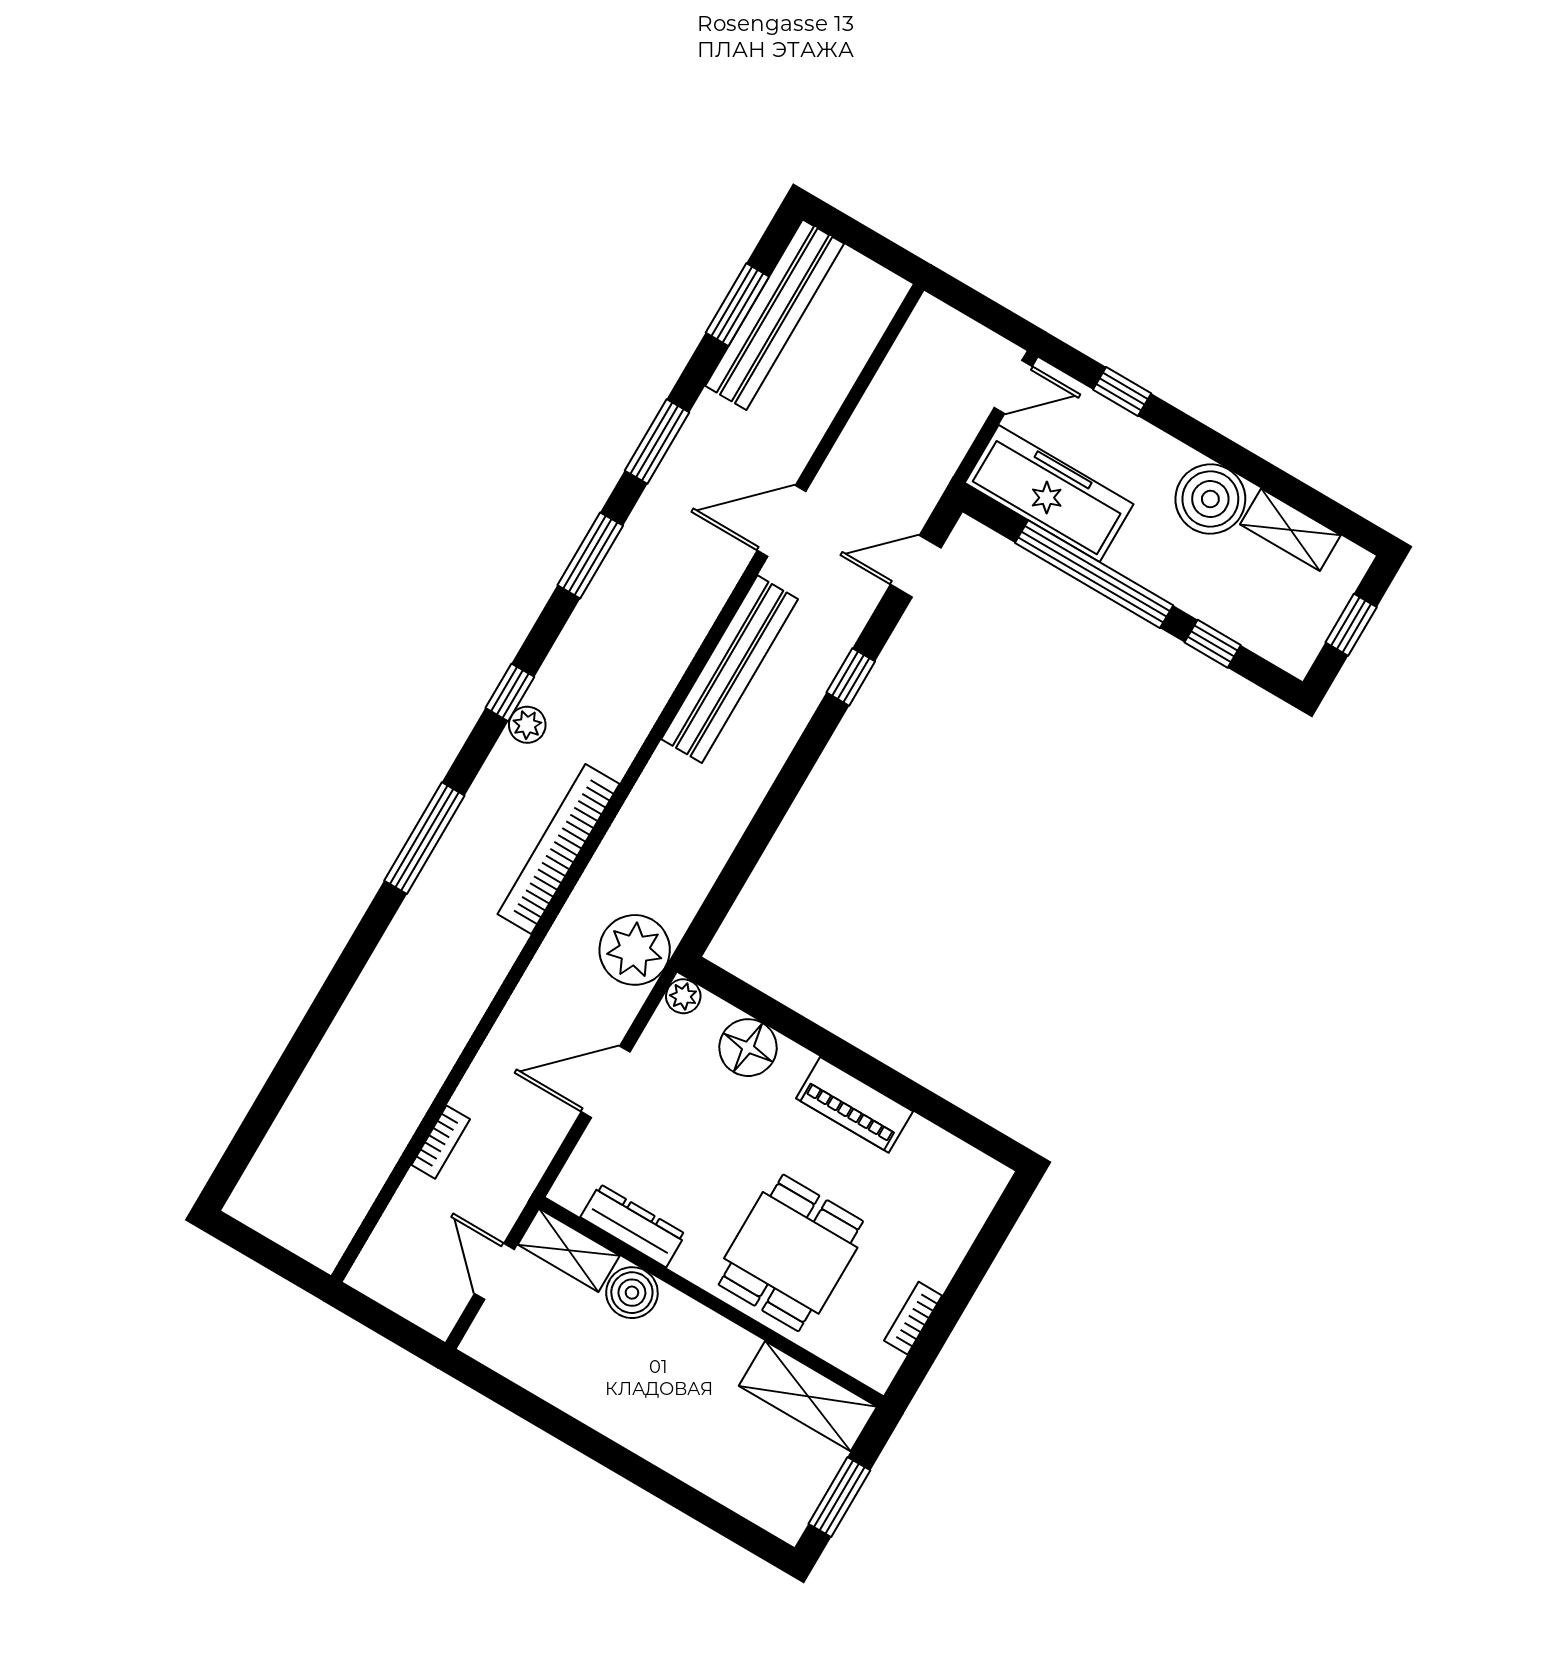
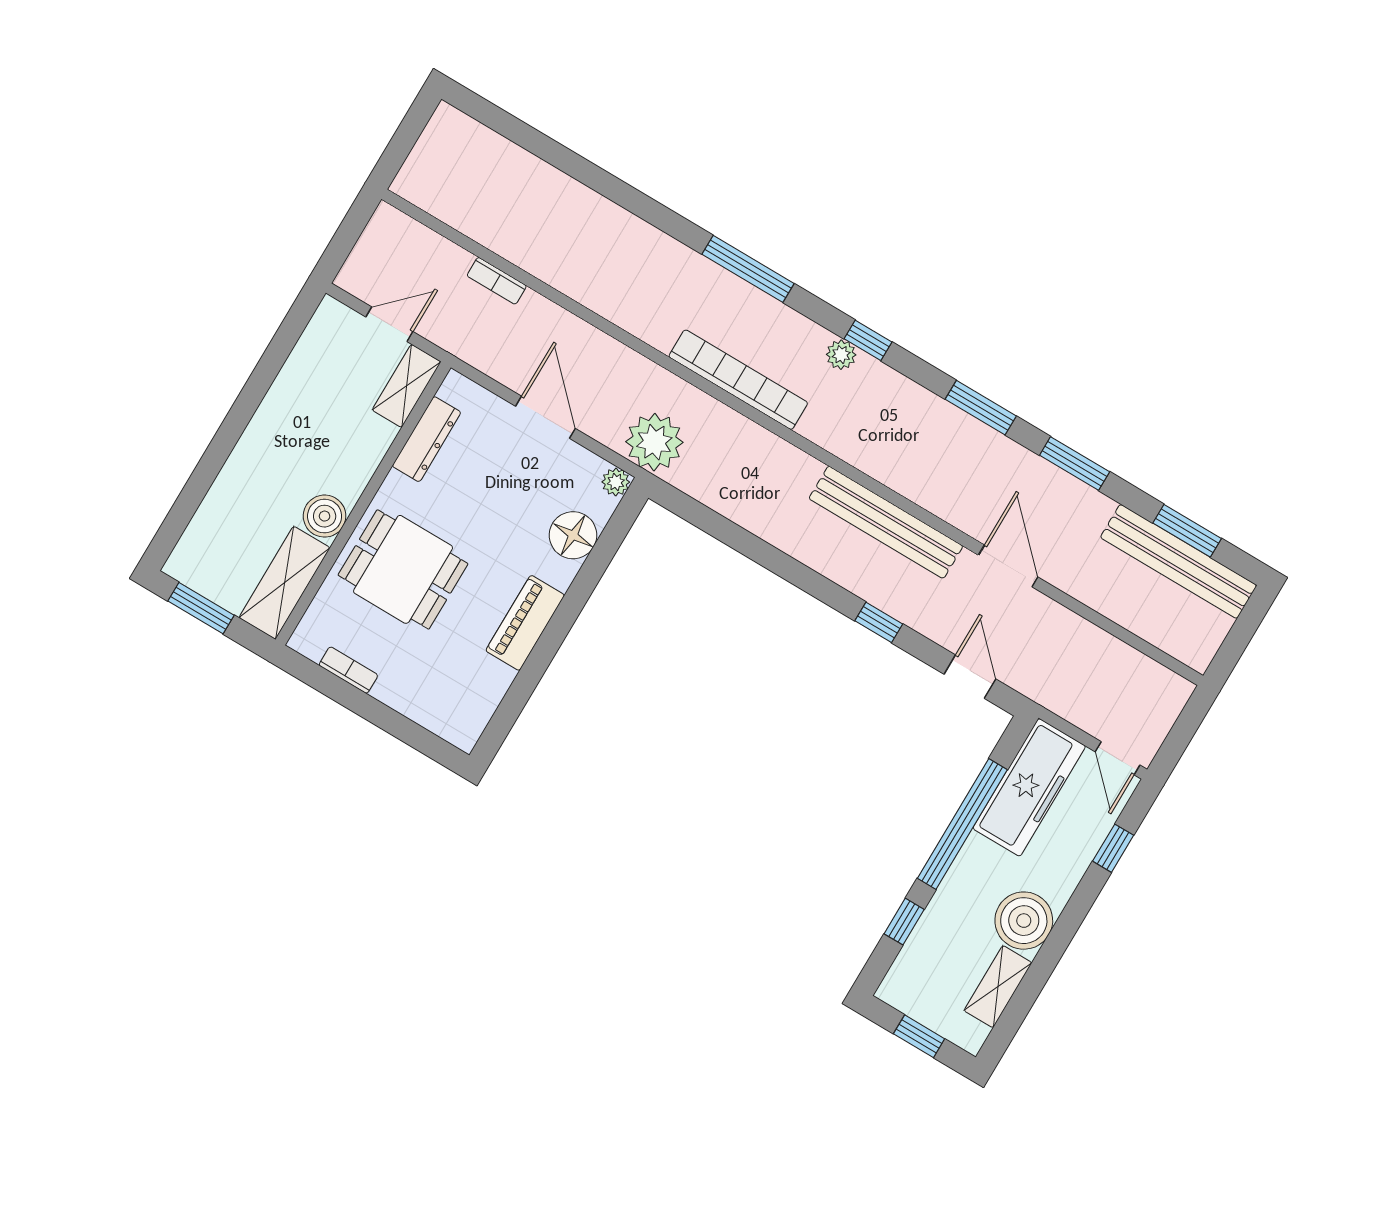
boiler: (632, 1293) -> (325, 516), moved

